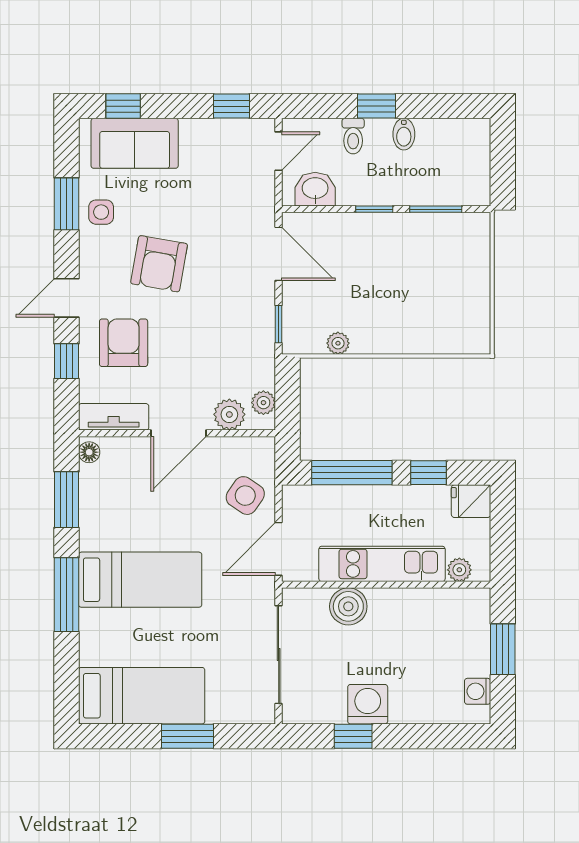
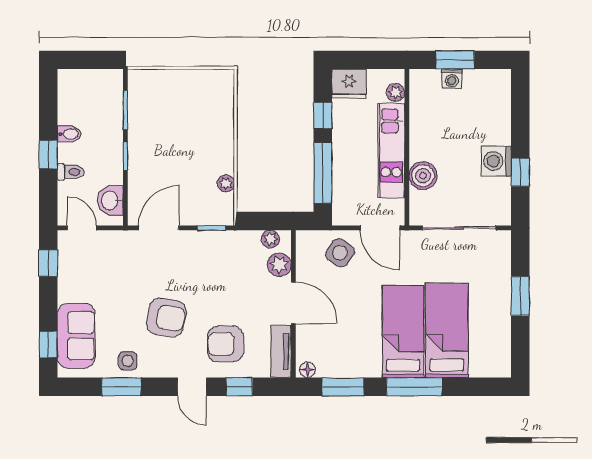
fridge: (471, 501) -> (349, 84), width x1.38
washing machine: (478, 691) -> (452, 79), moved
bed: (142, 696) -> (447, 330), moved

